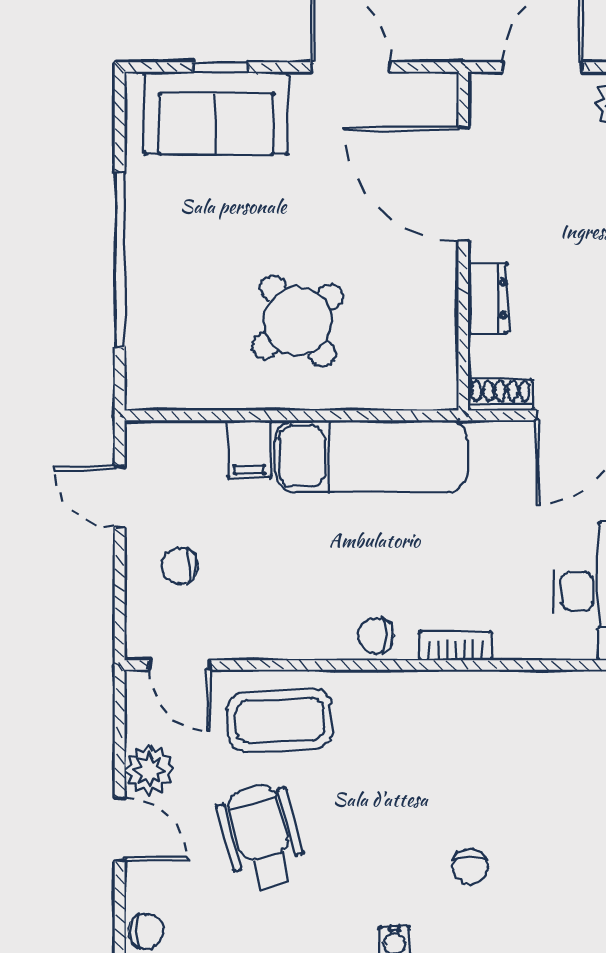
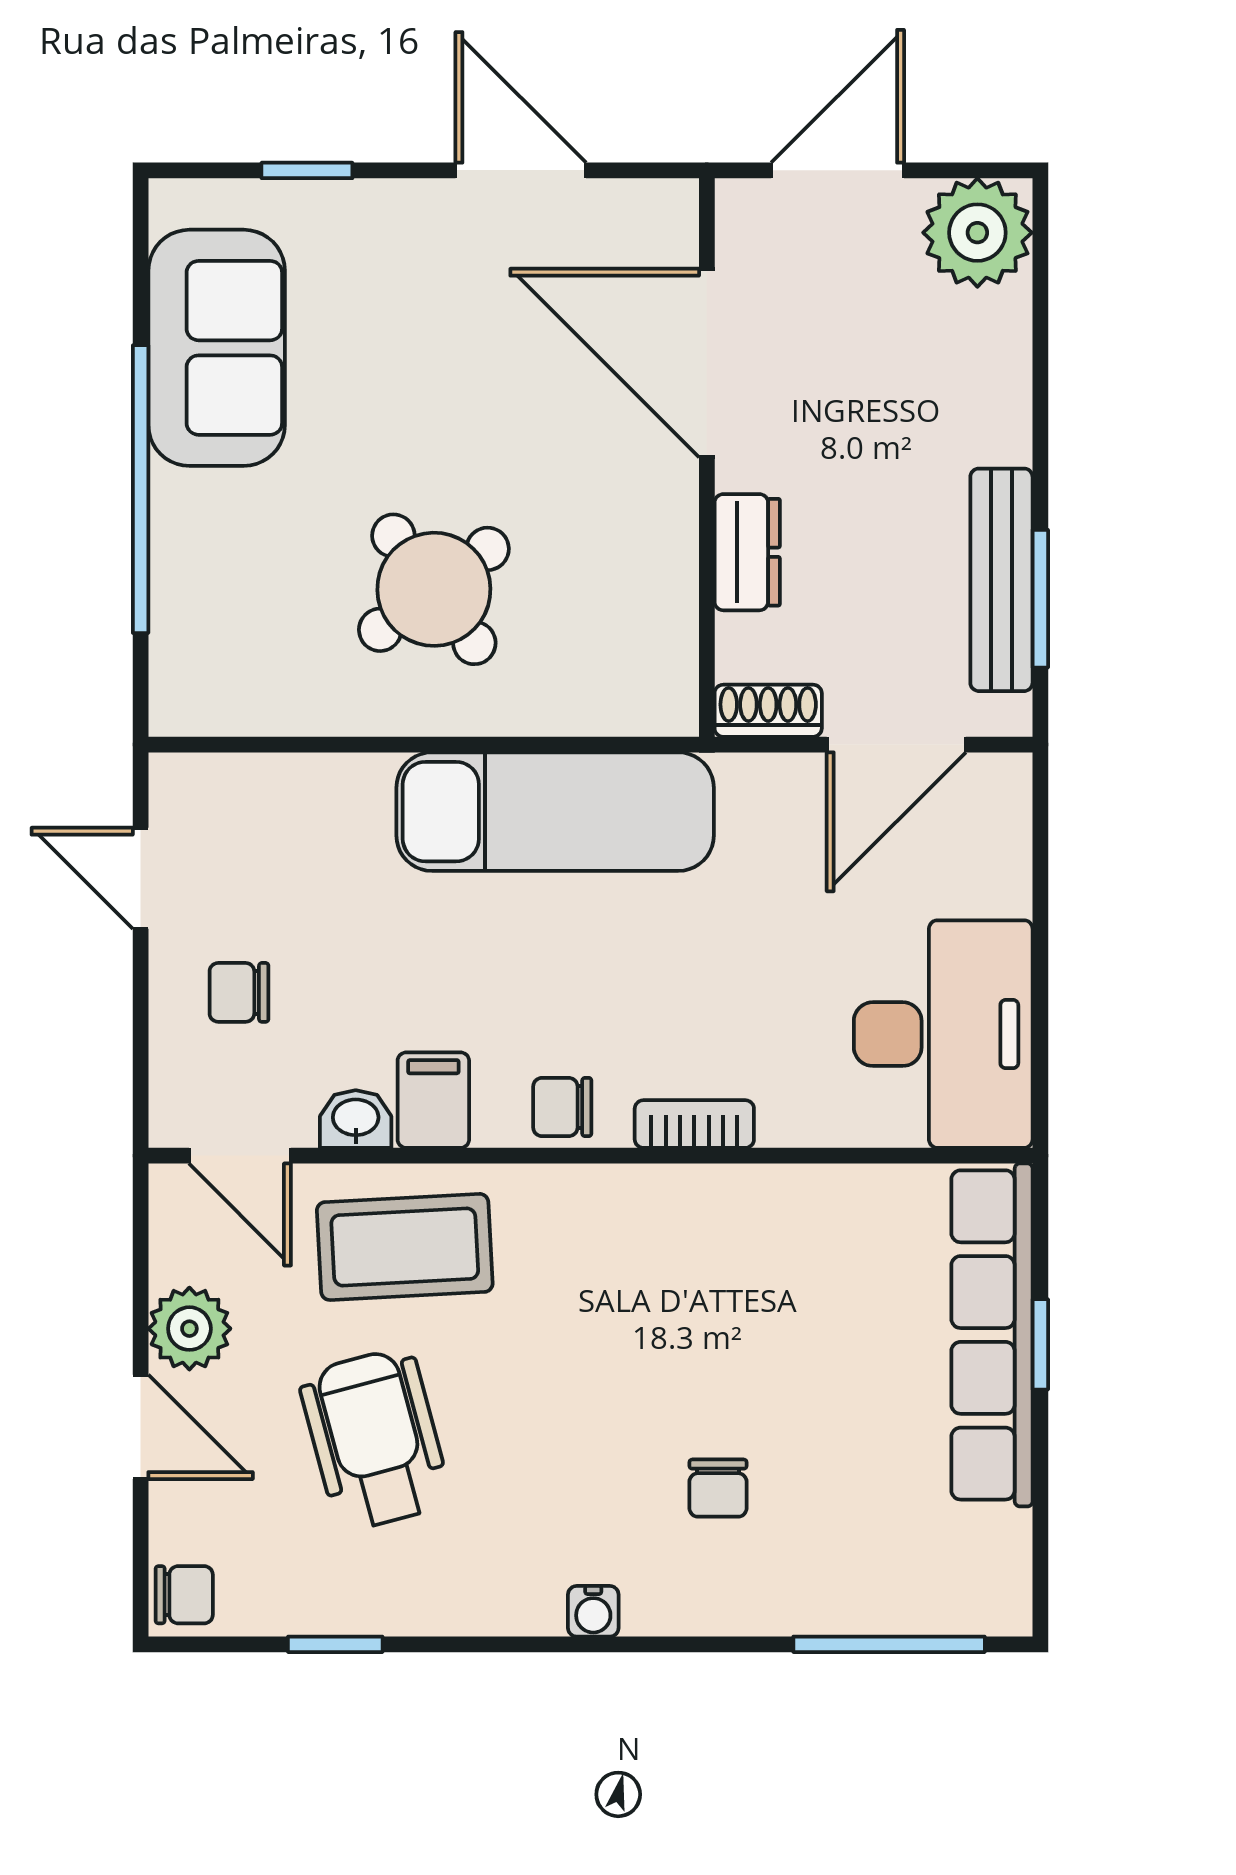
sofa: (216, 113) -> (217, 348), moved, turned -90
filing cabinet: (249, 449) -> (433, 1100), moved, turned 180
washbasin: (250, 643) -> (356, 1119), added

